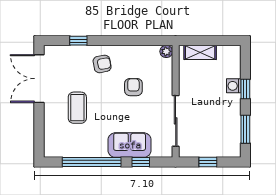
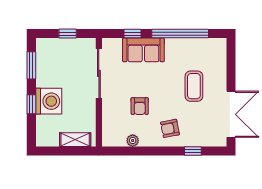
plant: (166, 51) -> (133, 141), moved
washing machine: (234, 86) -> (49, 101), width x1.89, depth x1.89

